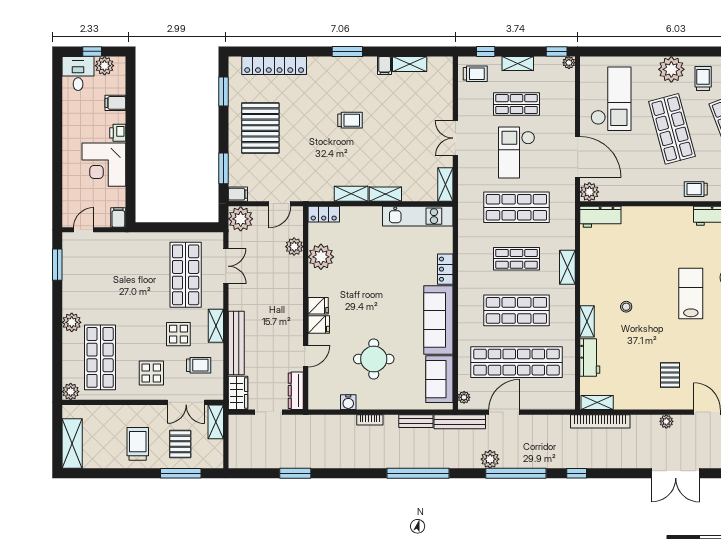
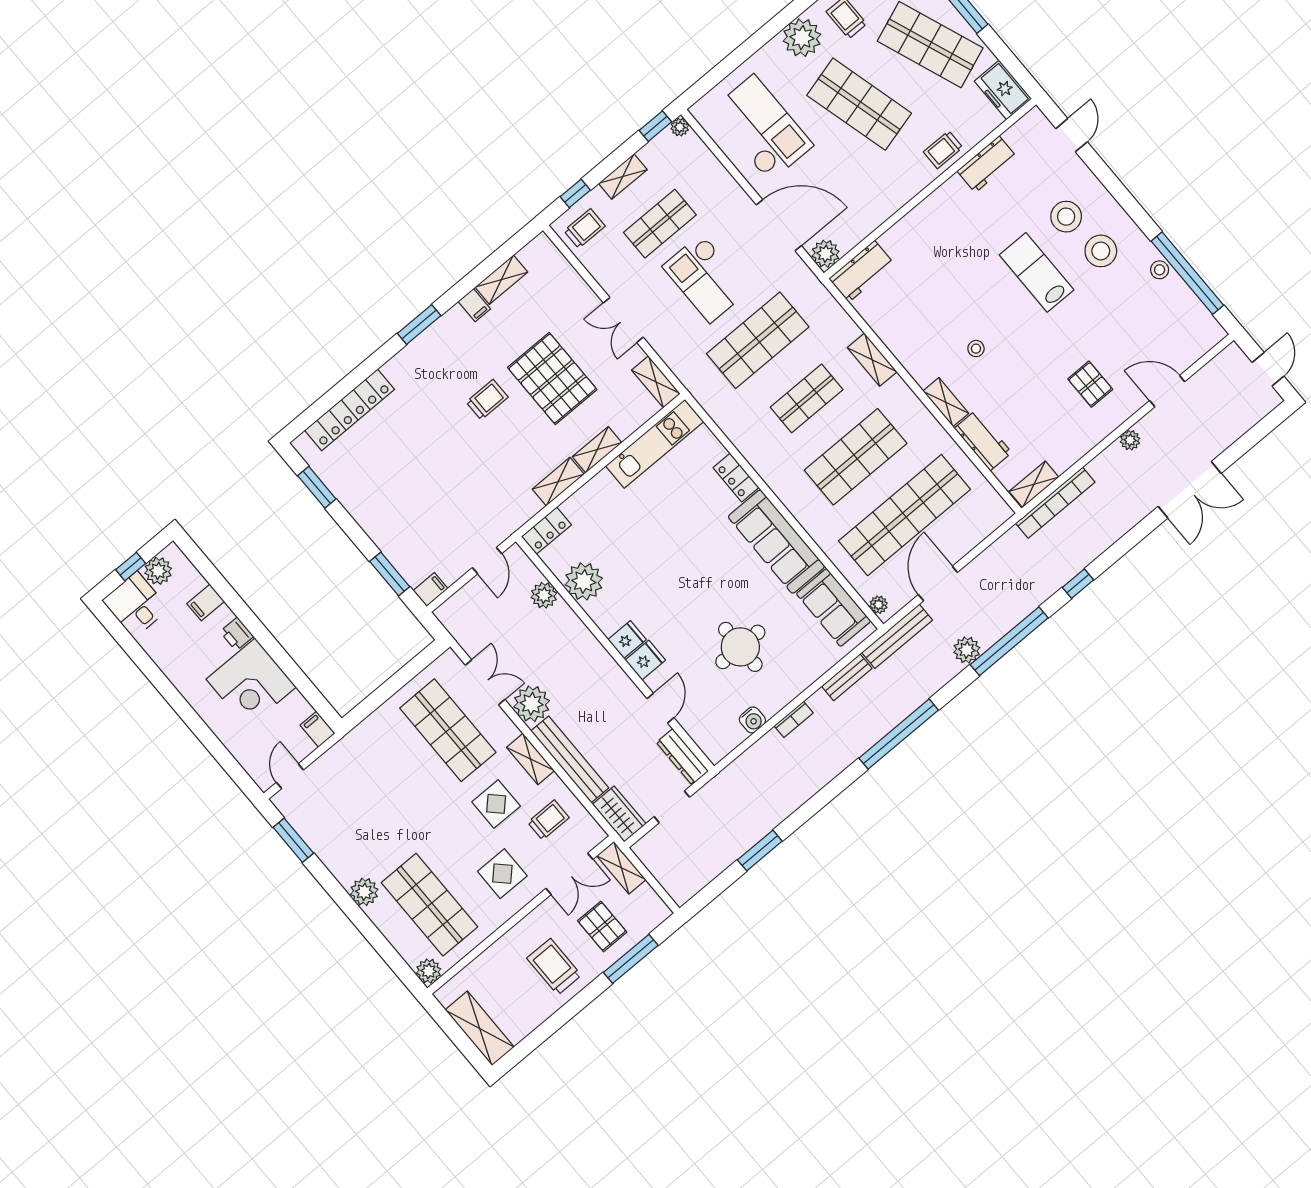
pallet: (260, 128) -> (552, 379), moved
plant: (241, 219) -> (532, 704), moved

